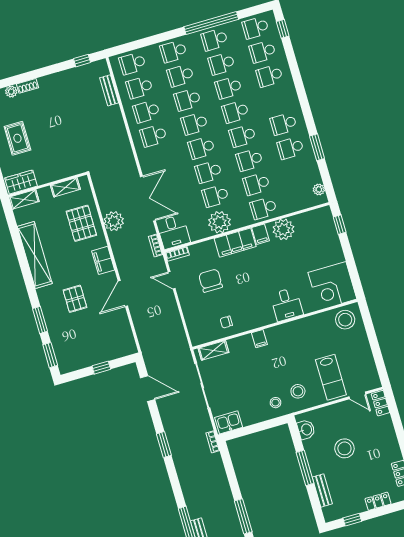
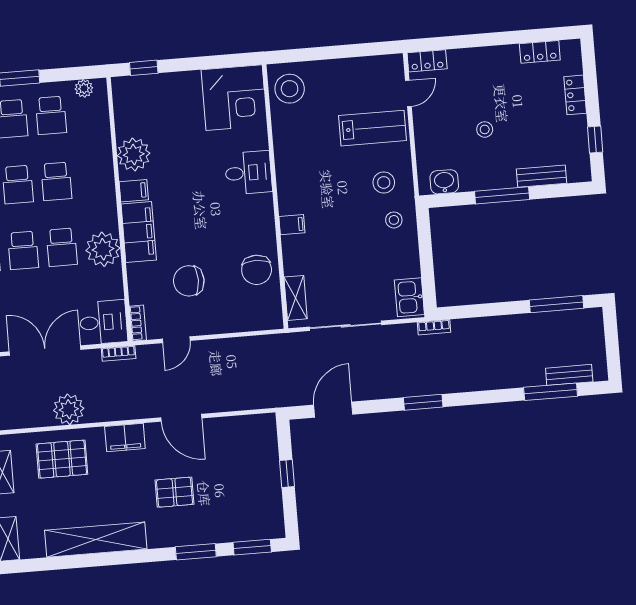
school desk: (263, 208) -> (51, 115), moved
chair: (226, 322) -> (257, 270), width x1.87, depth x1.87
stool: (344, 448) -> (485, 129), width x0.53, depth x0.53

